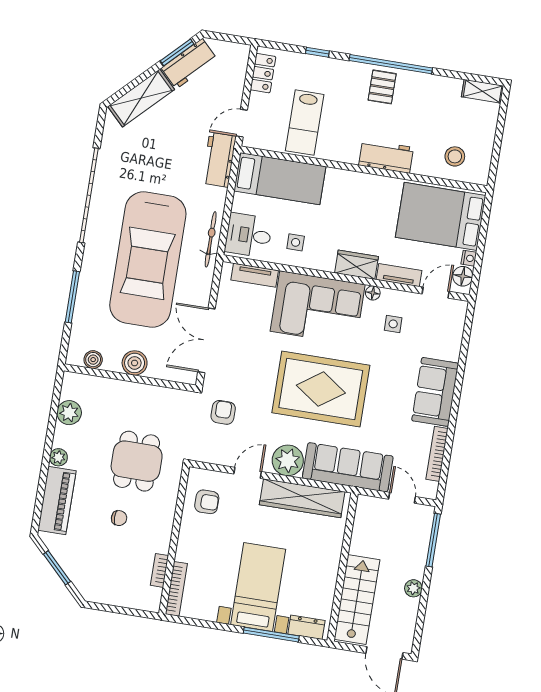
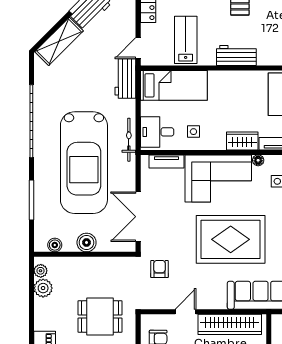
lab bench: (305, 123) -> (186, 40), turned 180
workbench: (386, 156) -> (236, 55), moved
plant: (58, 457) -> (41, 271), moved
plant: (288, 460) -> (214, 297), removed
dining table: (137, 461) -> (100, 317), turned 90

